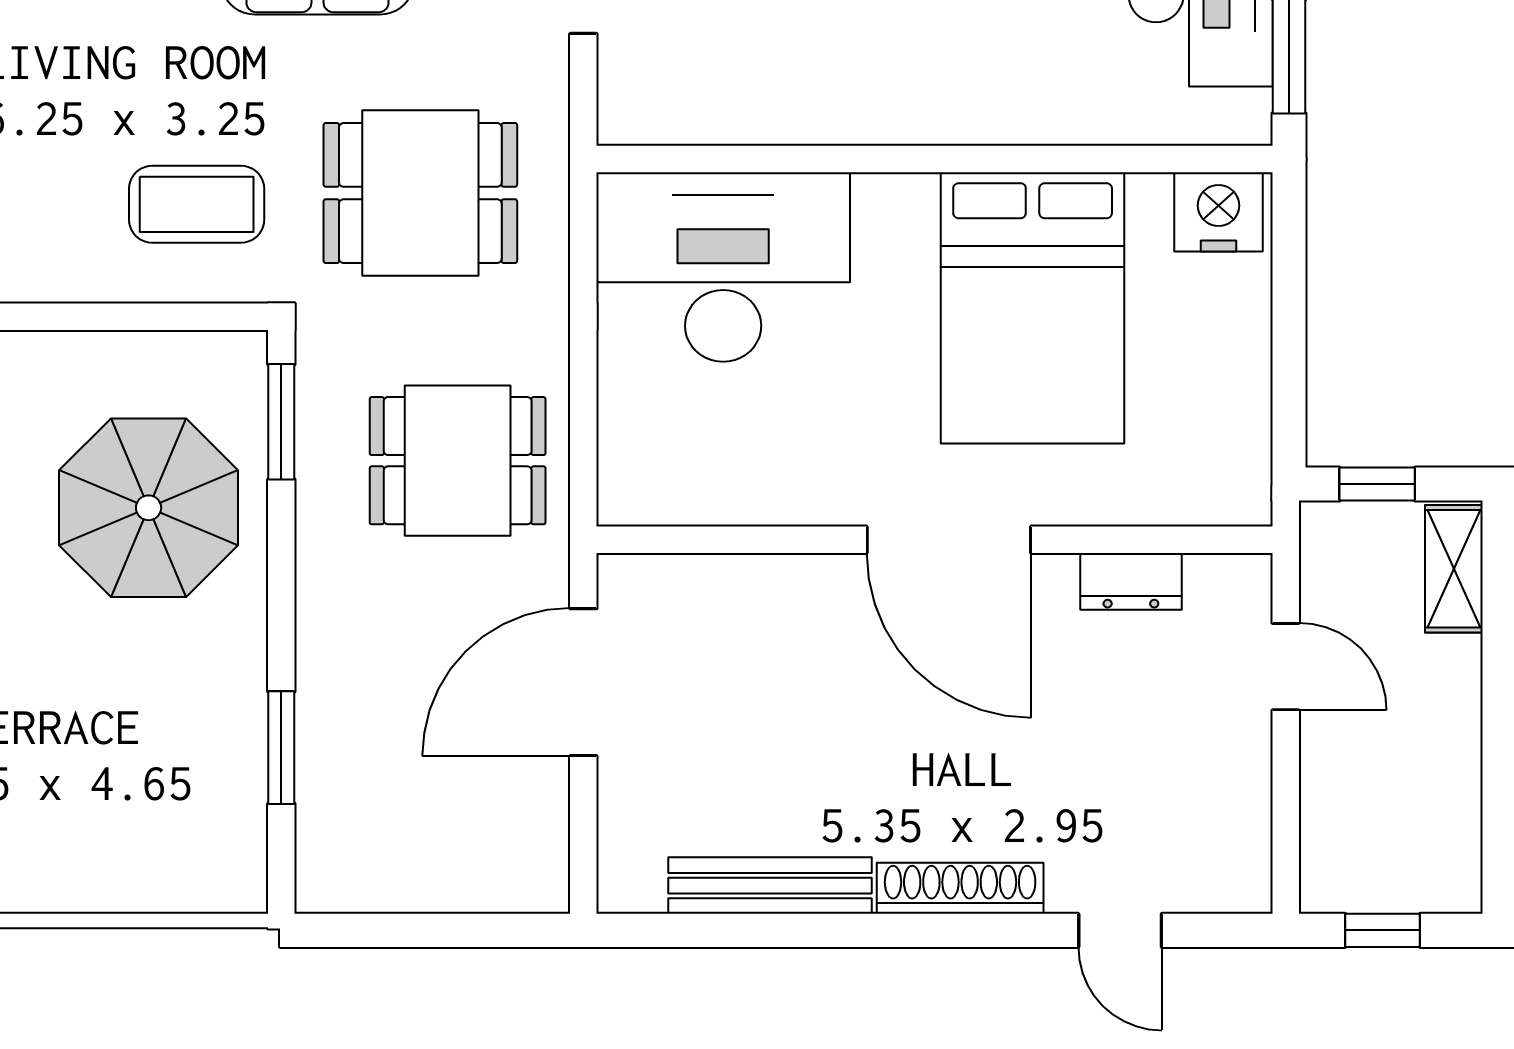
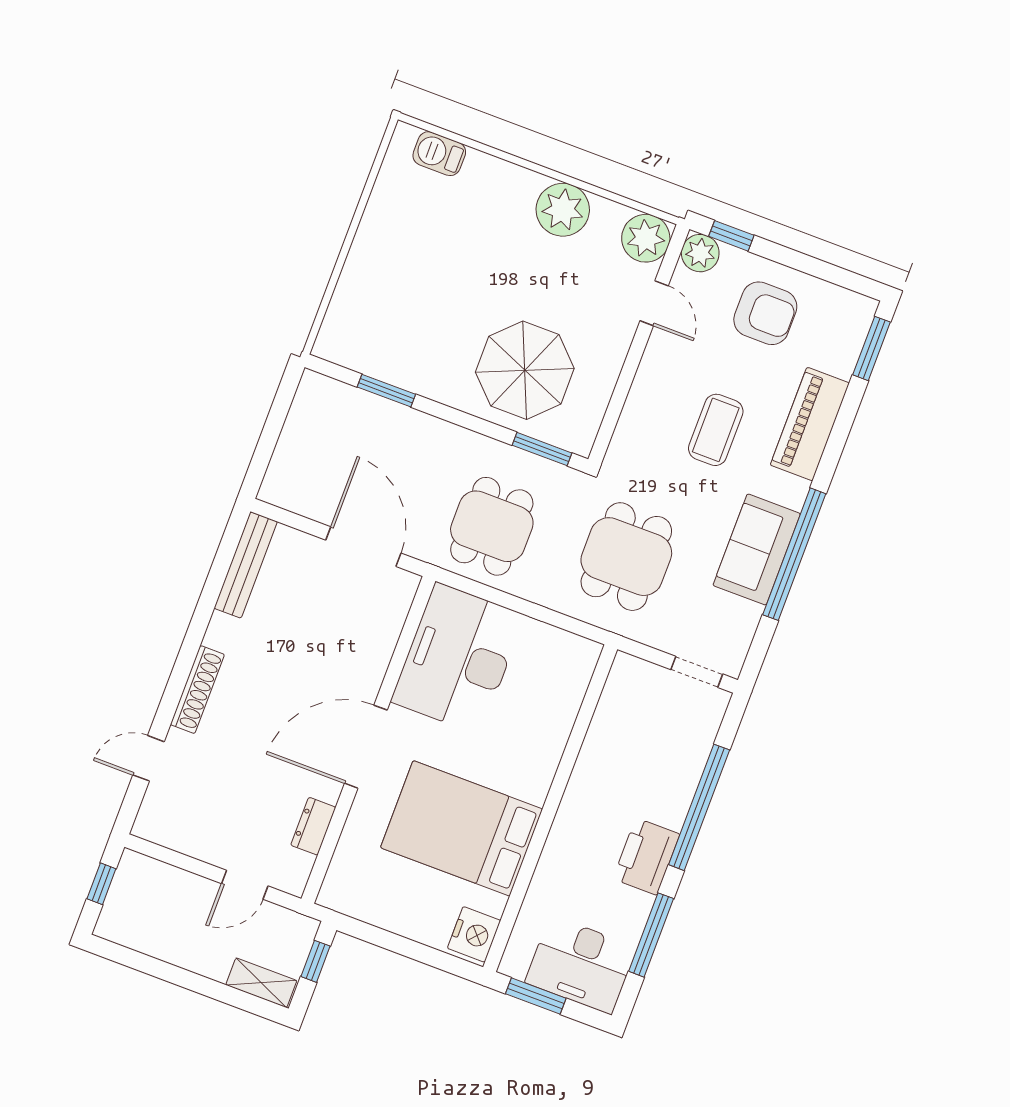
coffee table: (197, 204) -> (716, 430), moved
desk: (723, 267) -> (458, 658), moved, turned 180
bench: (770, 886) -> (246, 565), moved

